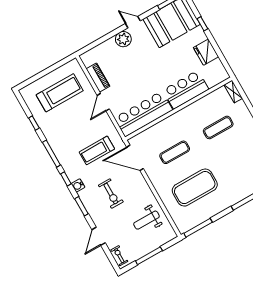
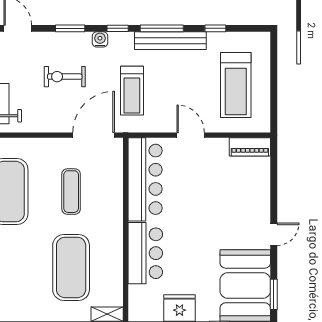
plant: (123, 39) -> (259, 209), removed
piano: (98, 78) -> (250, 147), moved
exercise mat: (218, 127) -> (71, 267), width x2.00, depth x1.45
bench: (56, 145) -> (170, 41), added
treadmill: (97, 150) -> (132, 91), turned 180

